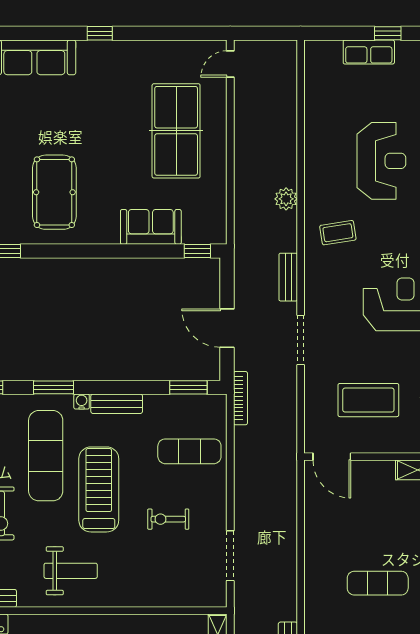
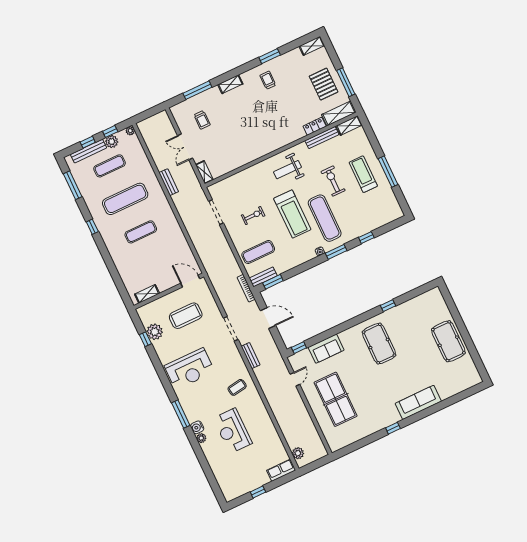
row of seats: (369, 52) -> (281, 470), moved
door: (230, 64) -> (295, 379), moved
plant: (286, 199) -> (298, 453), moved
bench: (117, 404) -> (263, 277), moved

